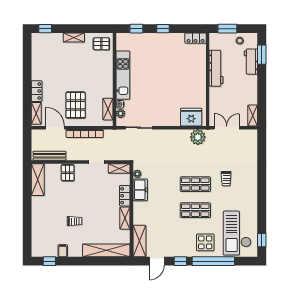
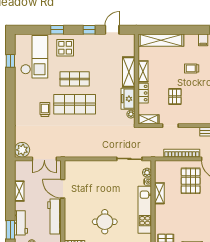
round table: (164, 63) -> (105, 222), added
door: (208, 97) -> (63, 189), added
shelving: (108, 109) -> (159, 193), moved
shelving: (253, 115) -> (19, 191), moved
fridge: (191, 117) -> (79, 169), removed
plant: (198, 137) -> (22, 150), moved
pallet: (68, 173) -> (175, 96), moved
shop shelf: (195, 184) -> (75, 104), width x1.43, depth x1.36
window: (262, 240) -> (10, 61), moved
shelving: (139, 241) -> (129, 72), moved
window: (213, 261) -> (57, 30), width x0.32

